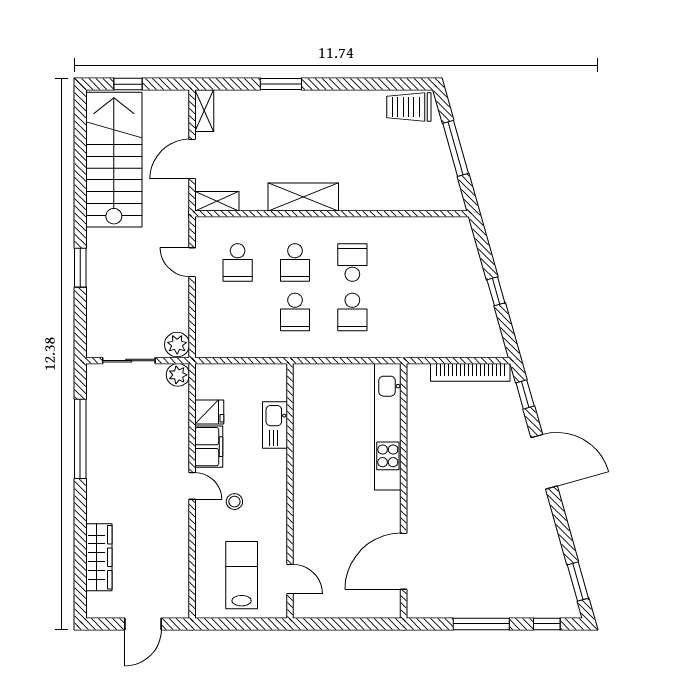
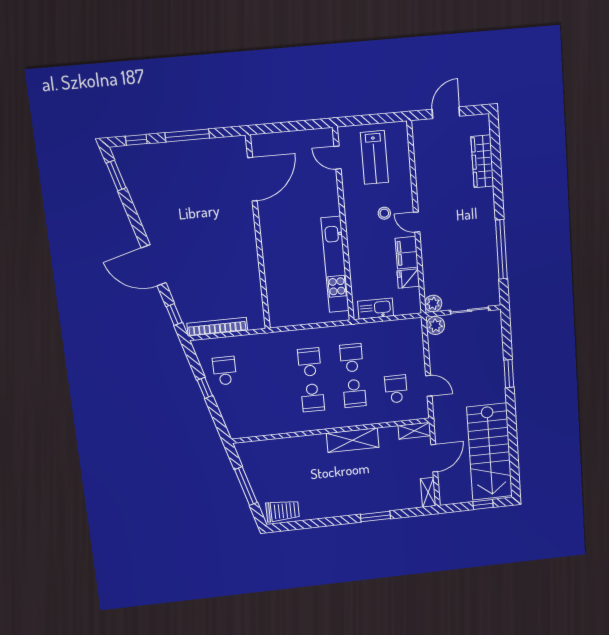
school desk: (295, 262) -> (354, 393), turned 180
school desk: (467, 312) -> (225, 371), added
kitchen sink: (275, 425) -> (376, 309), moved, turned -90
kitchen unit: (388, 427) -> (335, 265), moved, turned 180

